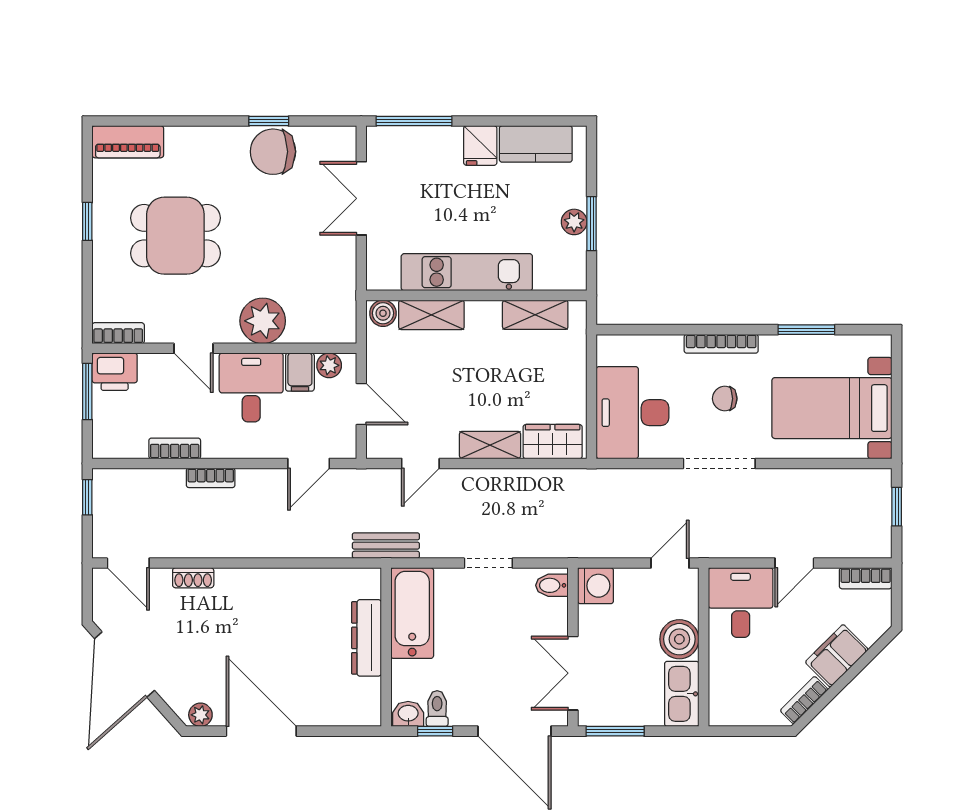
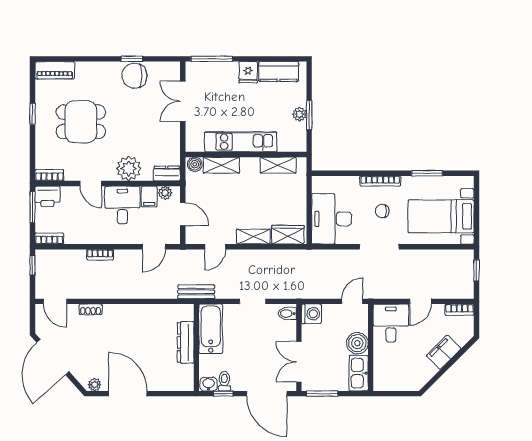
dresser: (332, 330) -> (167, 173), added
bookcase: (175, 448) -> (49, 238), moved
bookcase: (804, 700) -> (426, 377), removed

